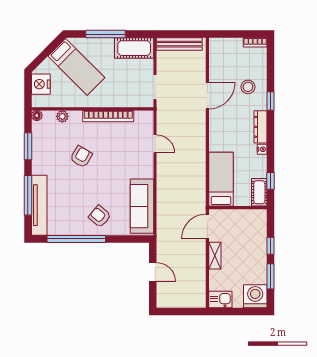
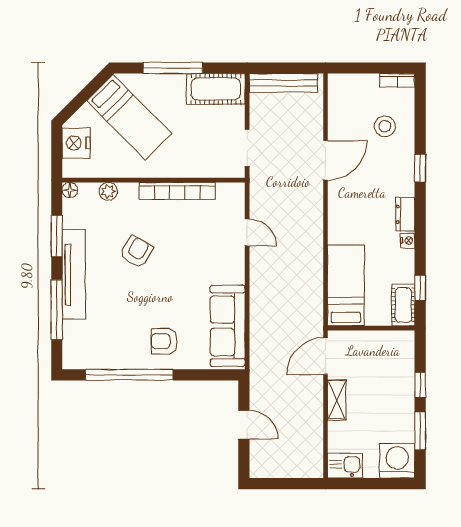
stool: (248, 87) -> (385, 126), moved
dresser: (261, 127) -> (405, 214), width x0.70
tv unit: (39, 205) -> (74, 275), moved
armchair: (100, 216) -> (164, 341), turned -40

